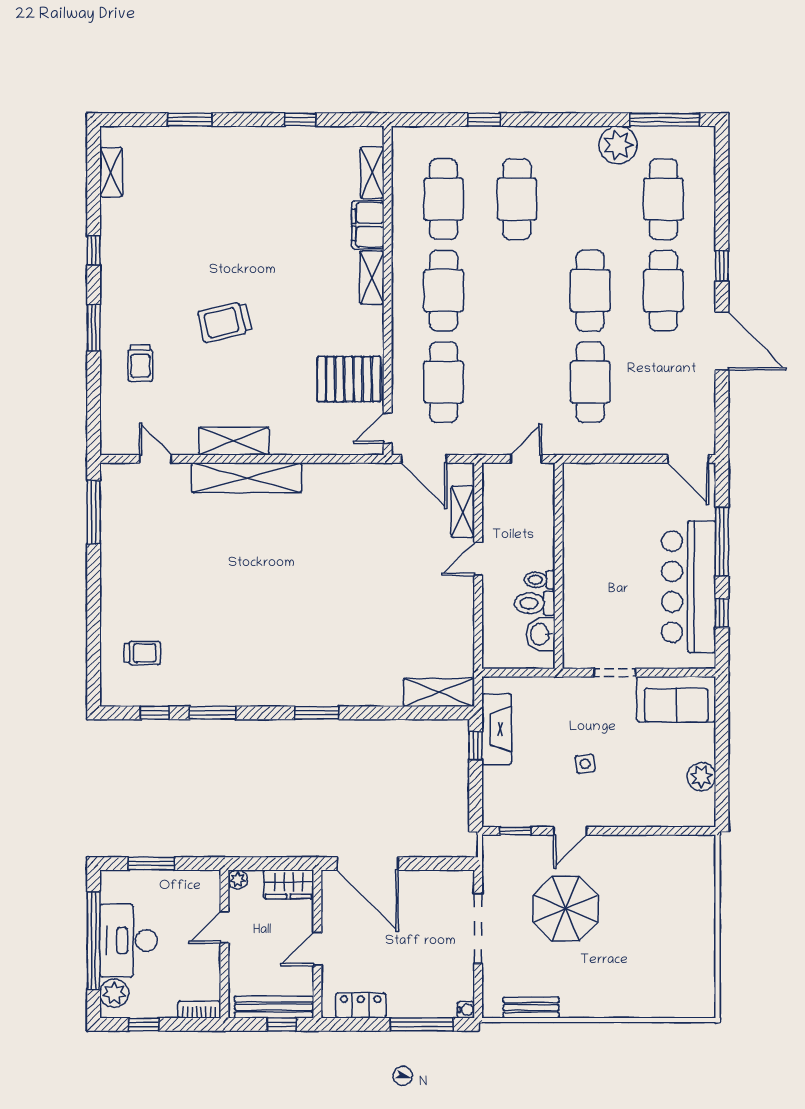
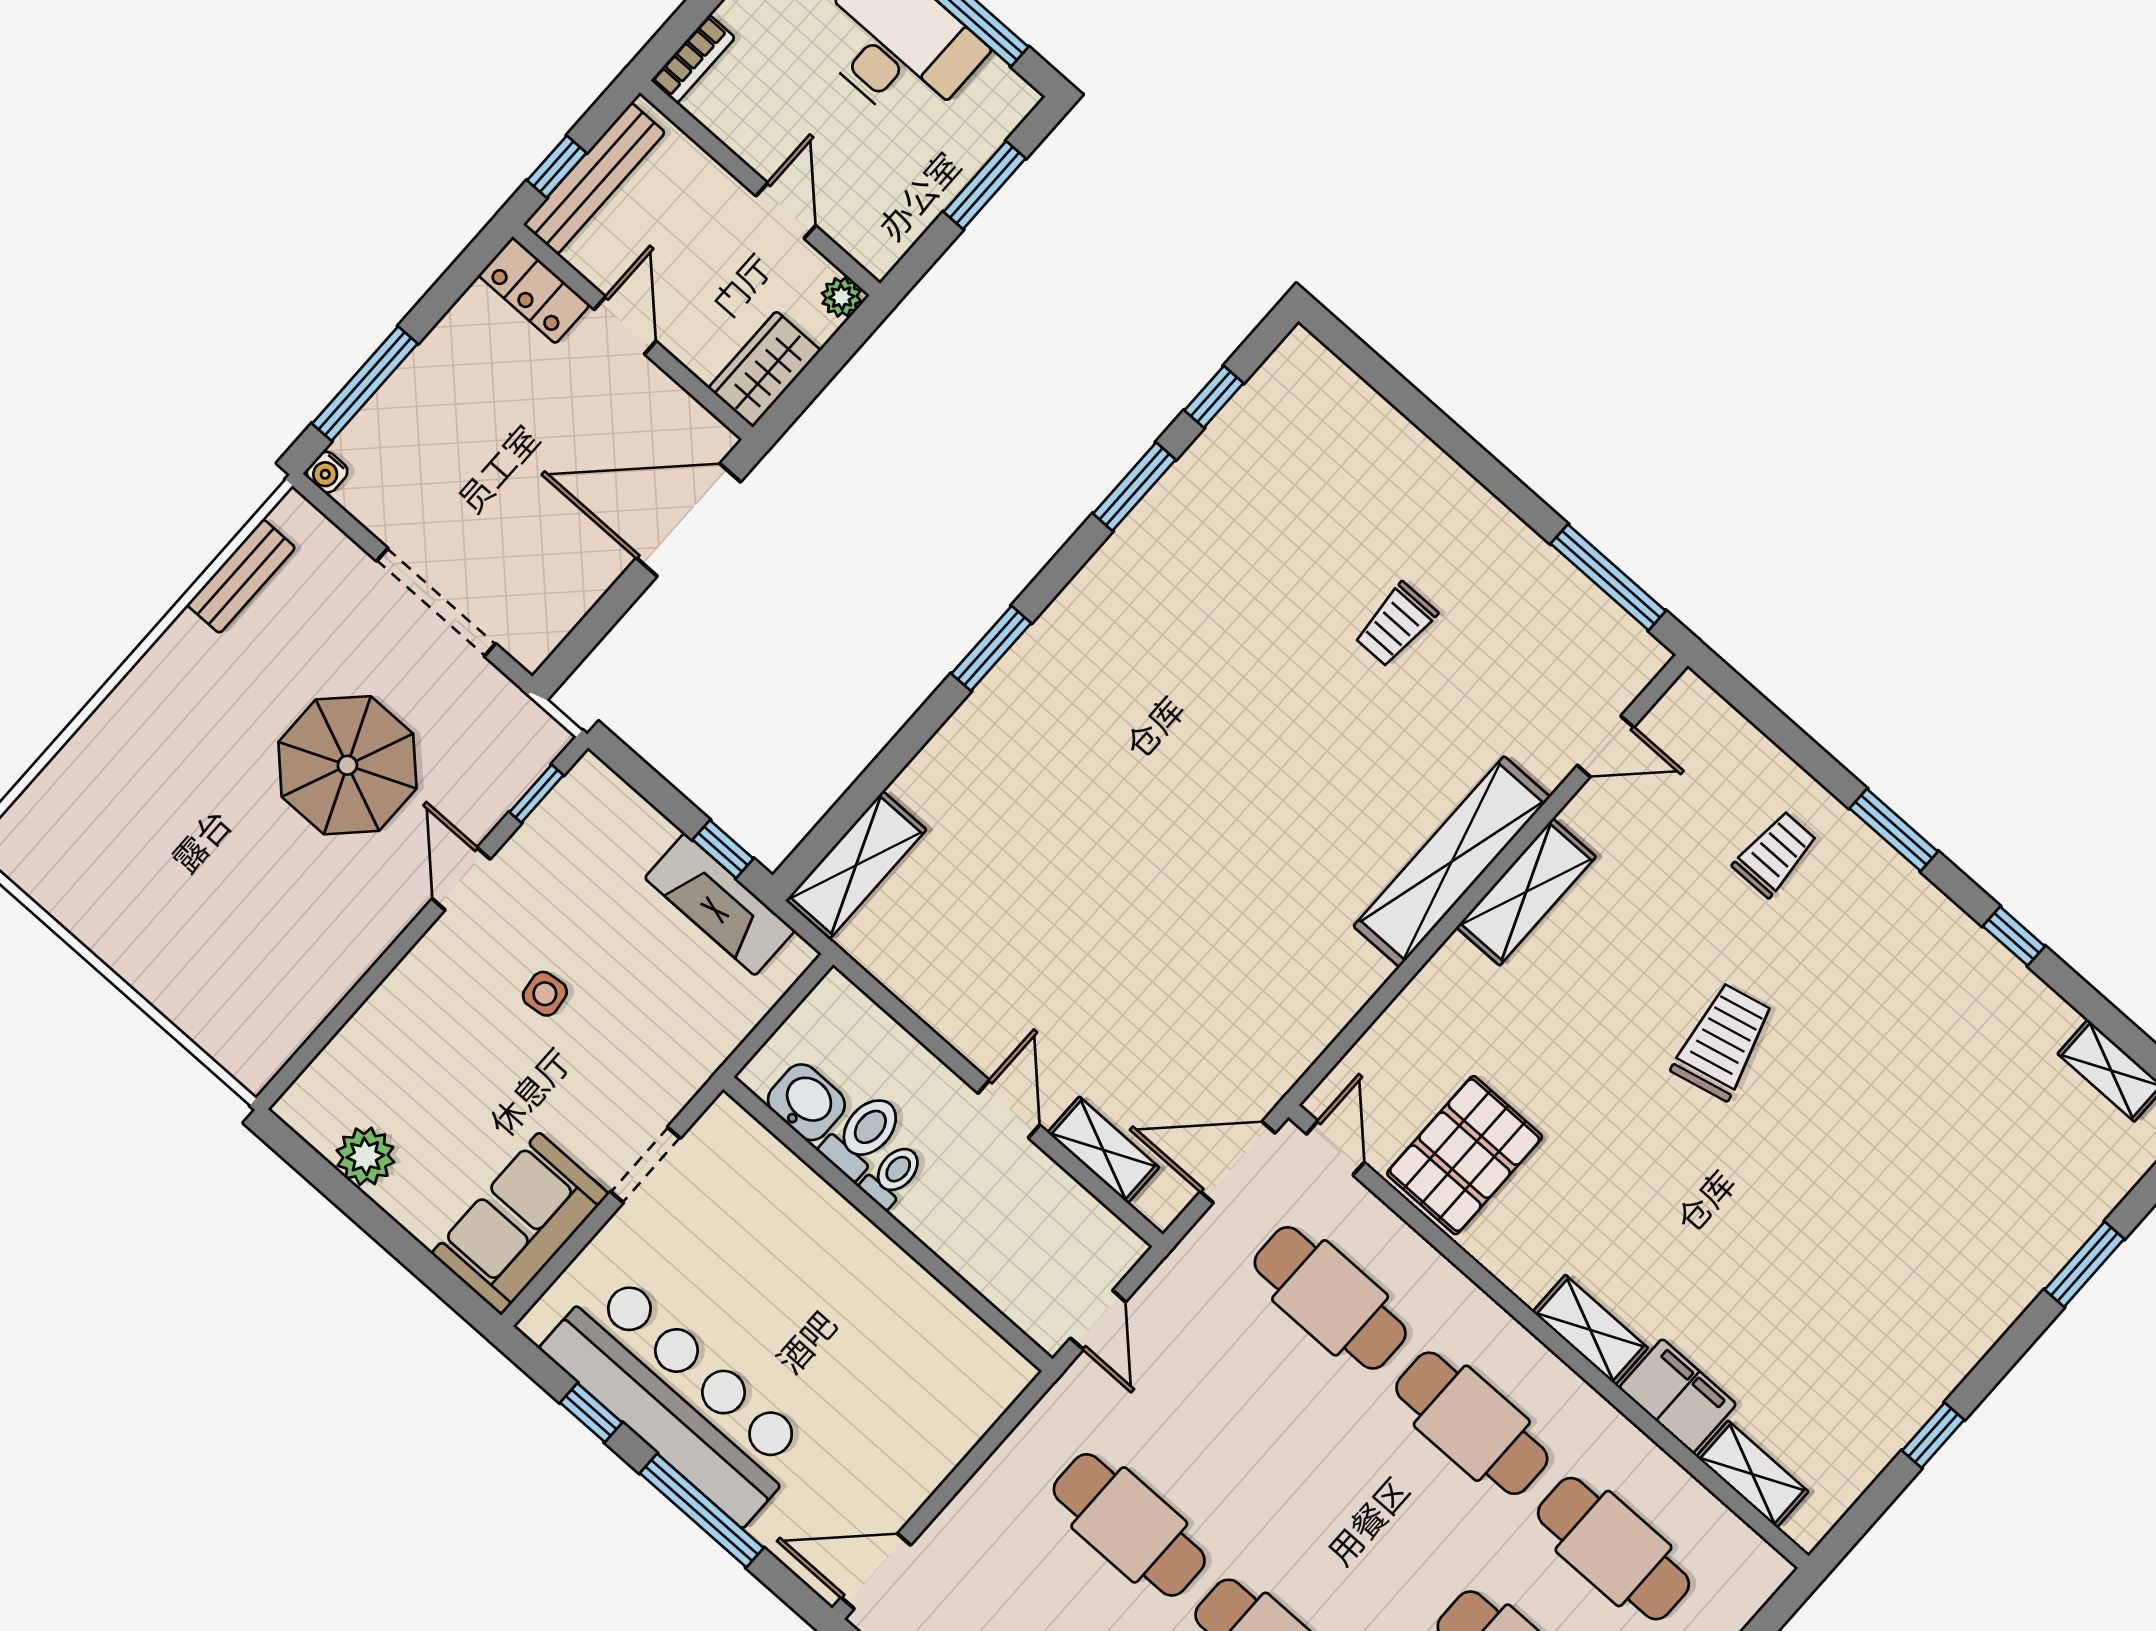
trolley: (140, 363) -> (1775, 854), turned 90
trolley: (142, 653) -> (1396, 625), moved
locker: (361, 1005) -> (534, 290), moved, turned 90

